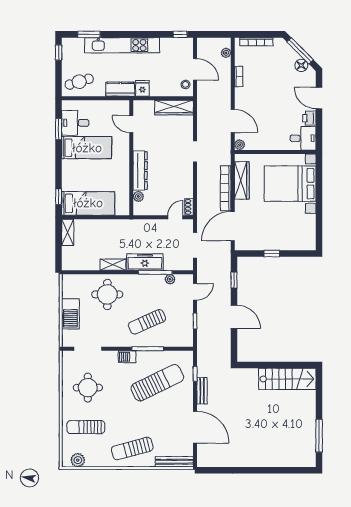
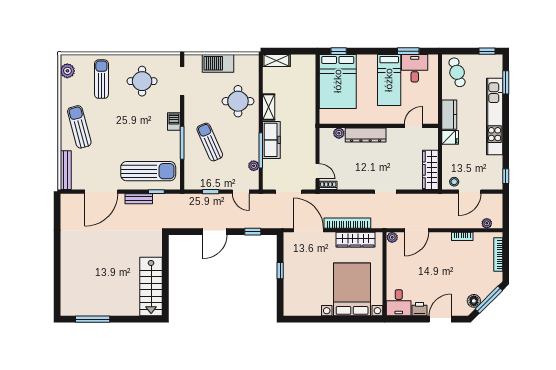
bed: (88, 203) -> (338, 81), width x1.50
shelving: (68, 232) -> (276, 60), moved
sun lounger: (157, 383) -> (148, 171), moved, turned -64

